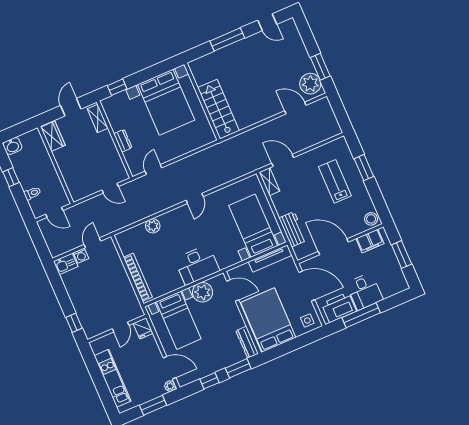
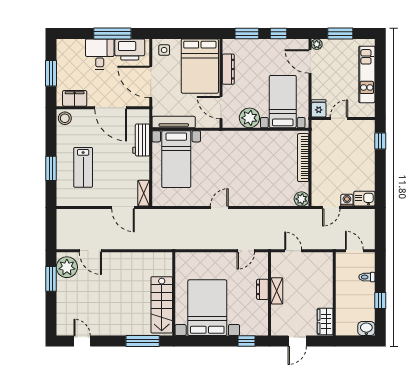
window: (227, 39) -> (143, 341), moved
stairs: (218, 109) -> (162, 305), moved
shelving: (98, 118) -> (277, 291), moved
plant: (153, 226) -> (301, 199), moved
desk: (197, 265) -> (244, 145), removed
dresser: (247, 342) -> (228, 69), moved

